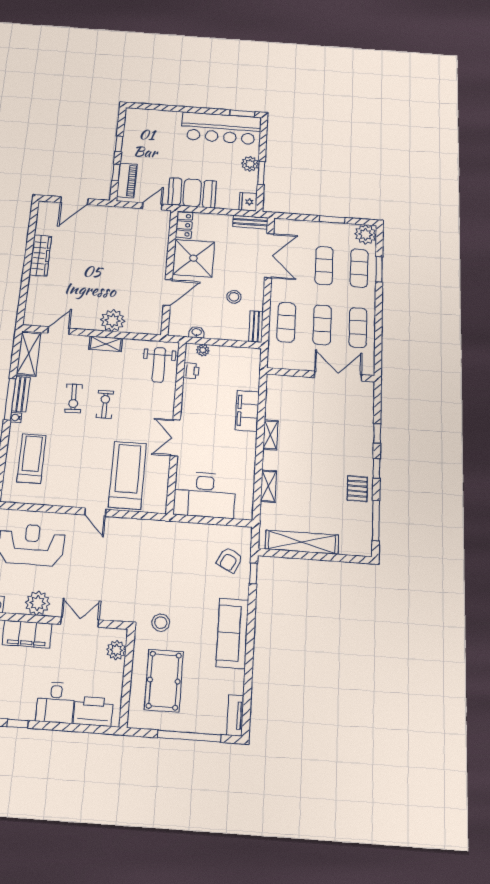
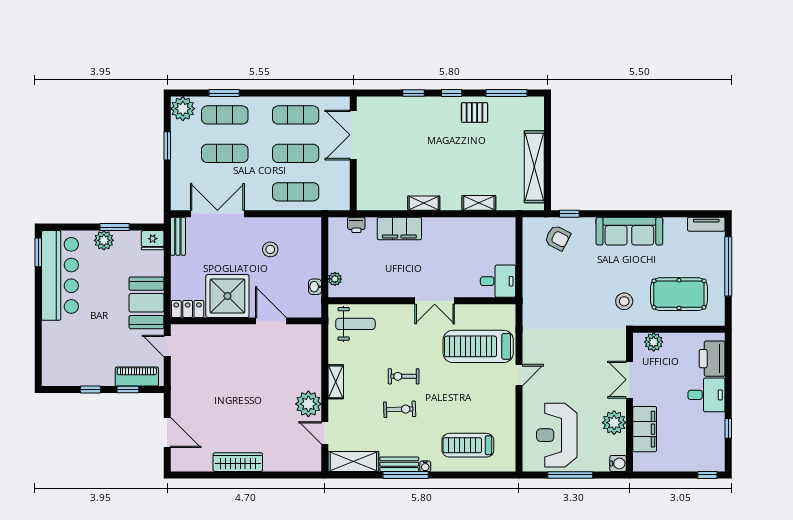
plant: (113, 320) -> (308, 404), moved
bench: (256, 327) -> (303, 224), removed
printer: (191, 371) -> (356, 225), moved, turned 180
desk: (205, 495) -> (498, 281), width x0.53, depth x0.77

